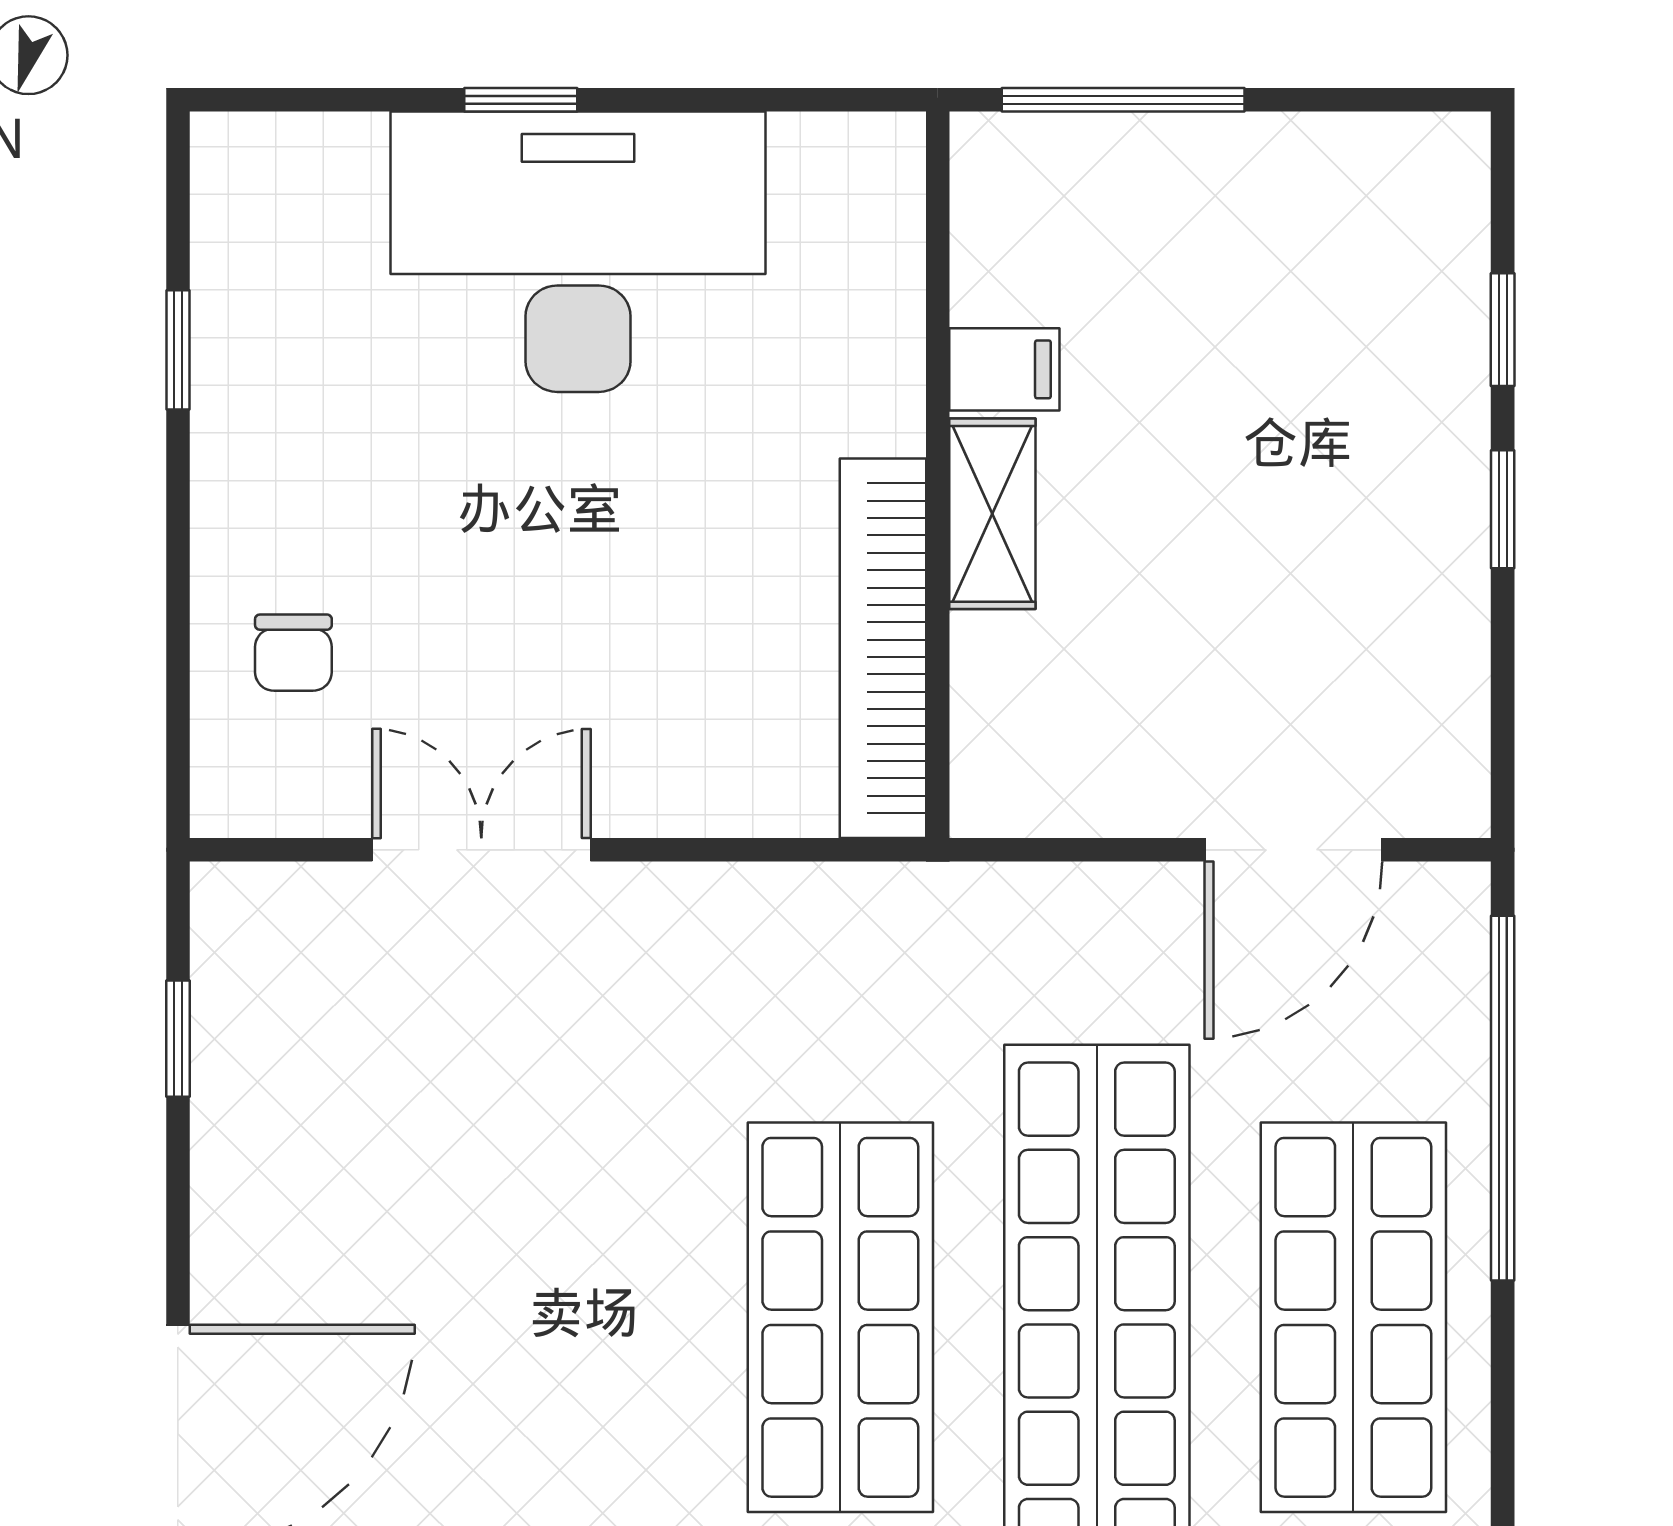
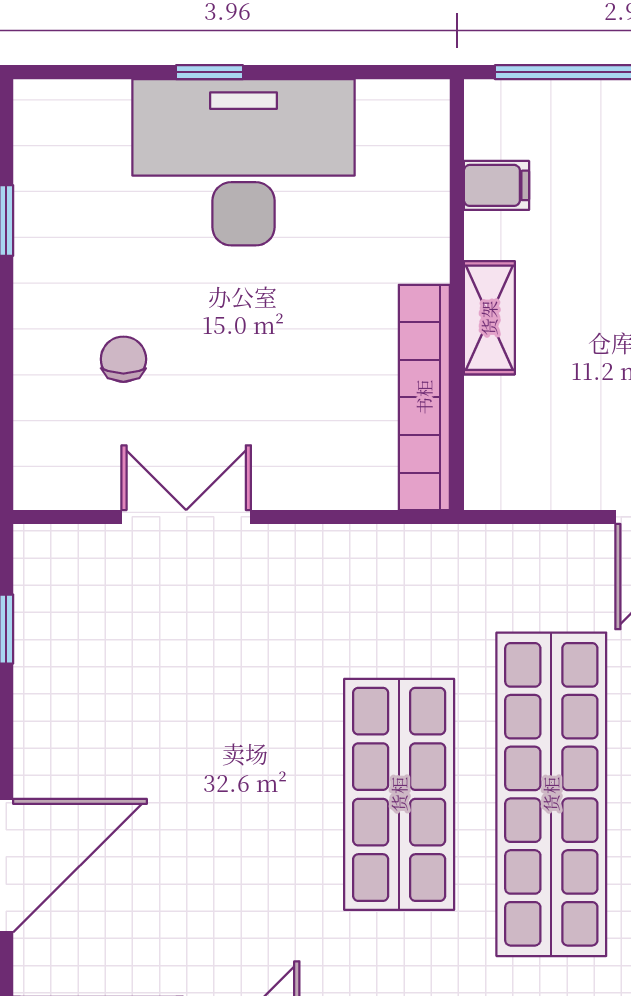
filing cabinet: (1004, 369) -> (496, 185), moved
chair: (293, 653) -> (123, 359), moved, turned 180

